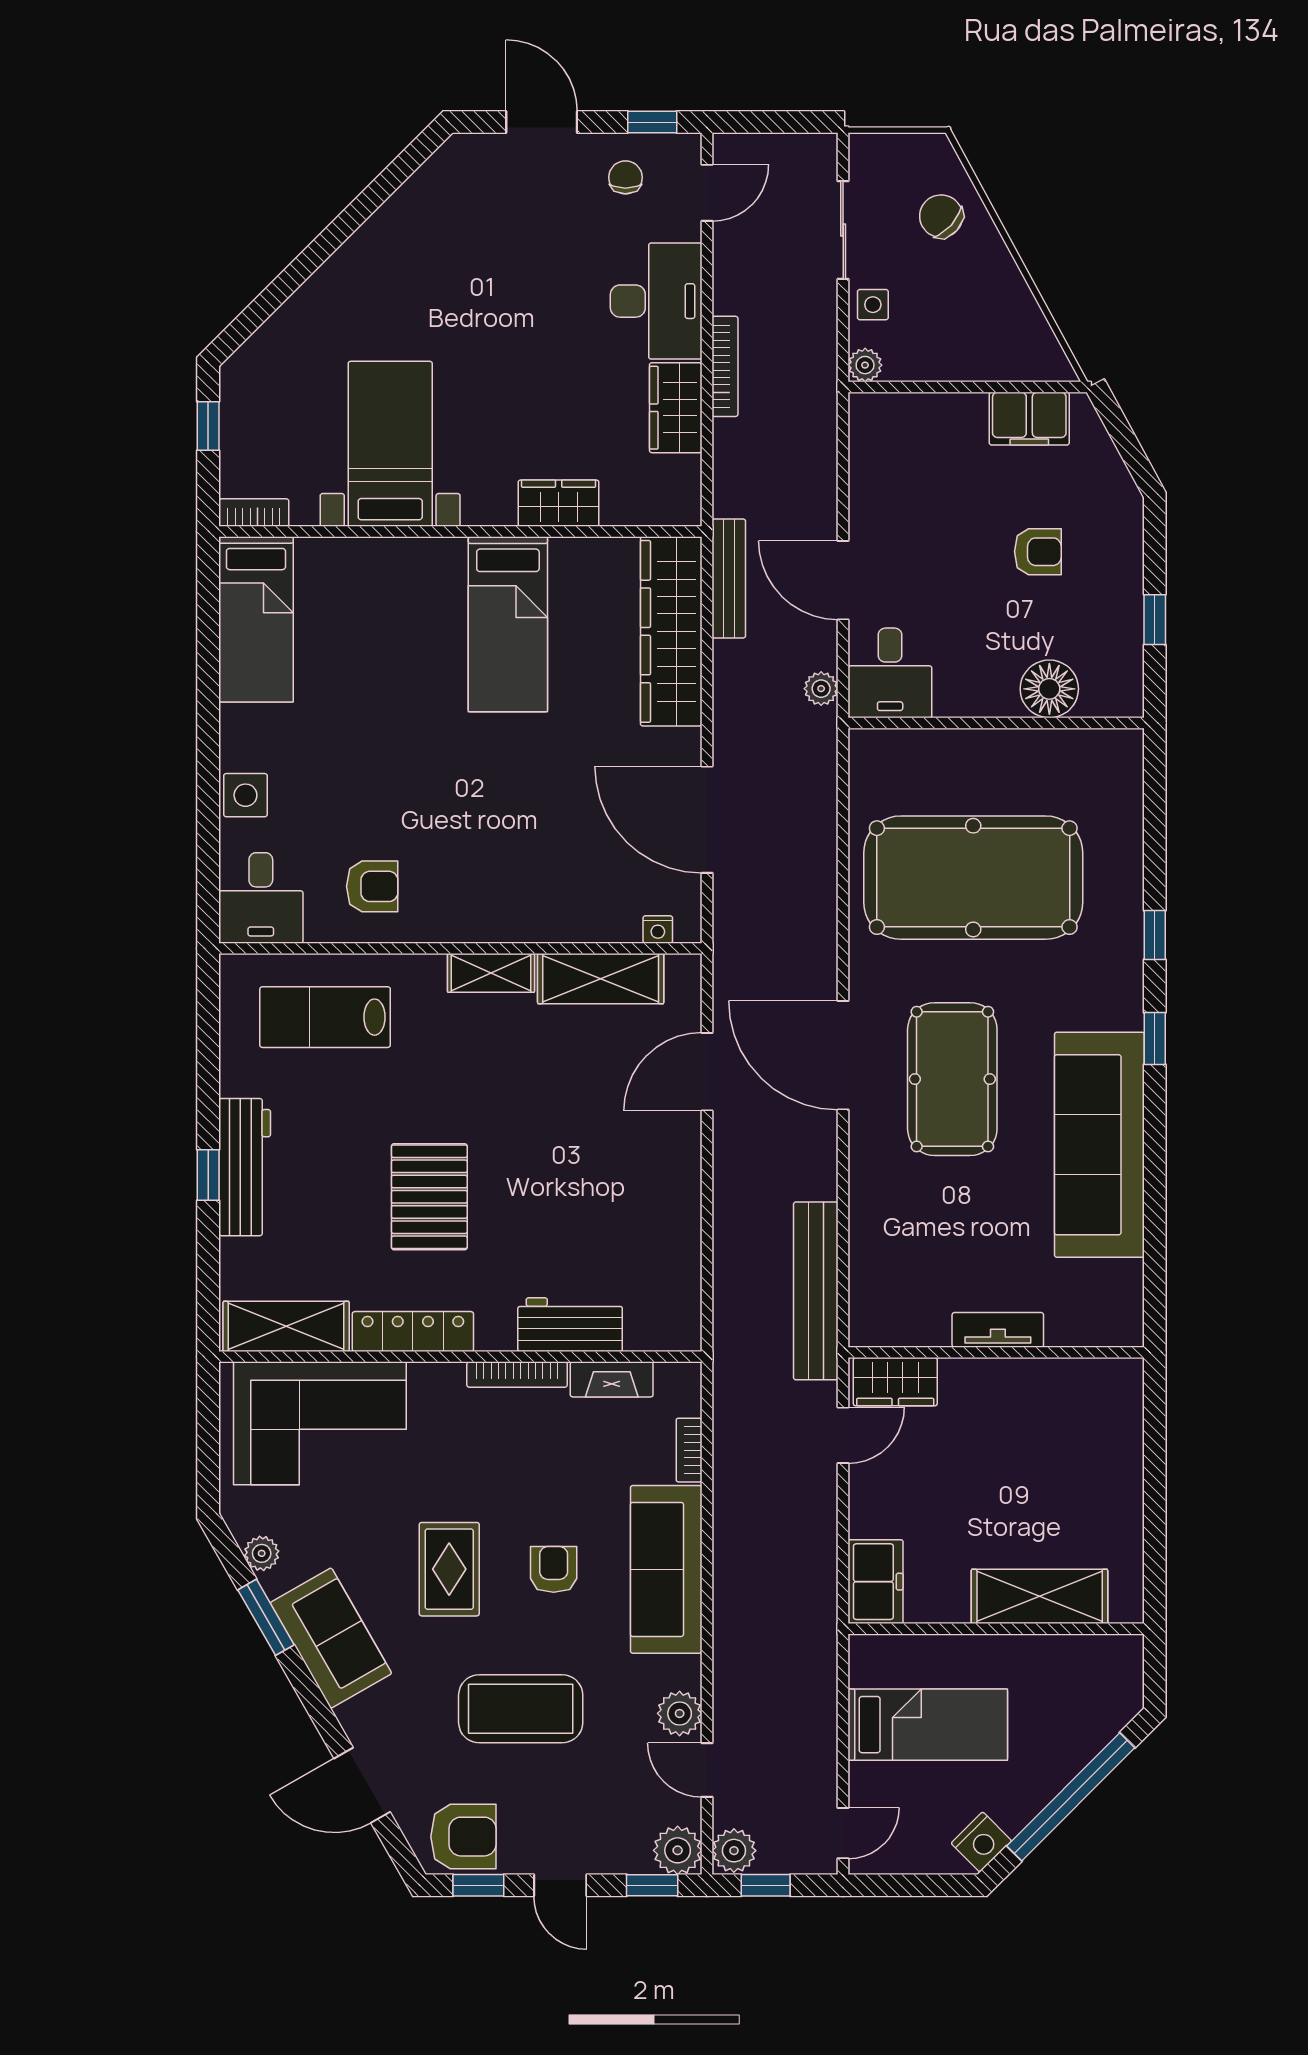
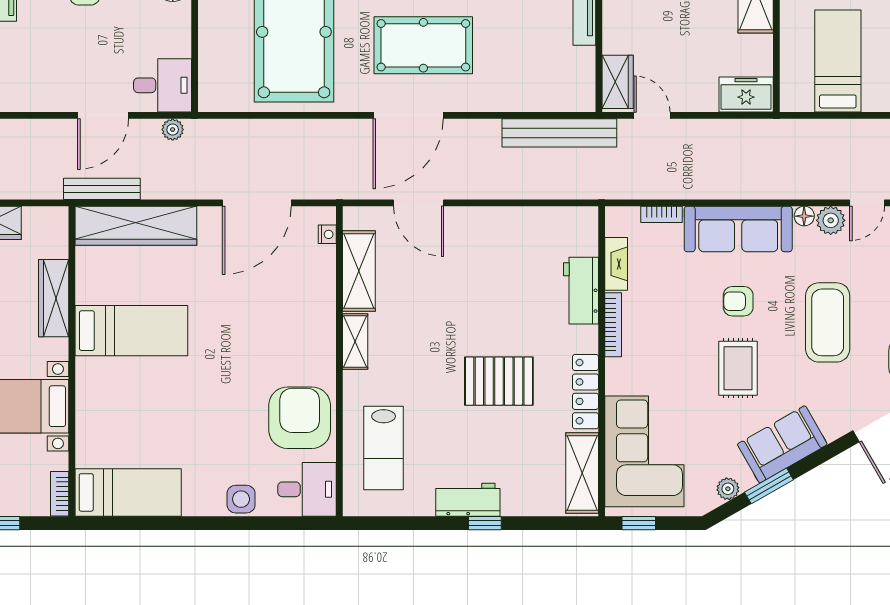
wardrobe: (559, 503) -> (54, 298), width x1.50
armchair: (372, 886) -> (300, 418), width x1.88, depth x1.88
workbench: (245, 1167) -> (468, 500), width x0.73
window: (208, 1414) -> (639, 523), added
rug: (449, 1569) -> (738, 368), turned 90
floor lamp: (686, 1672) -> (804, 216), added

